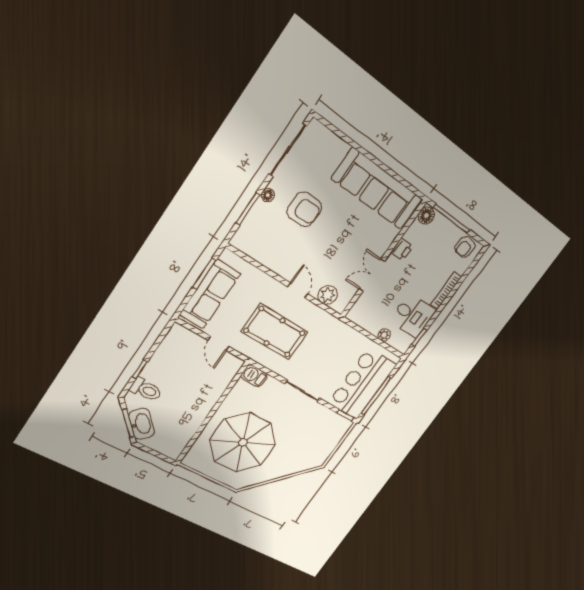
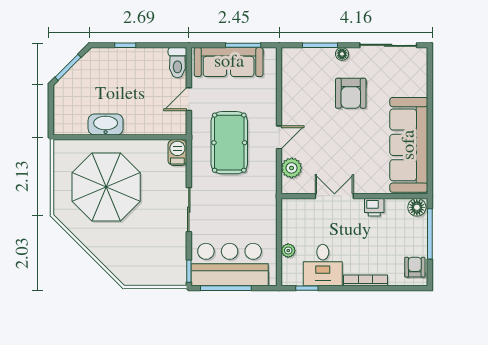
armchair: (465, 247) -> (415, 267), turned 84
toilet: (146, 390) -> (177, 63), moved
washbasin: (142, 424) -> (106, 124), moved, turned -135

